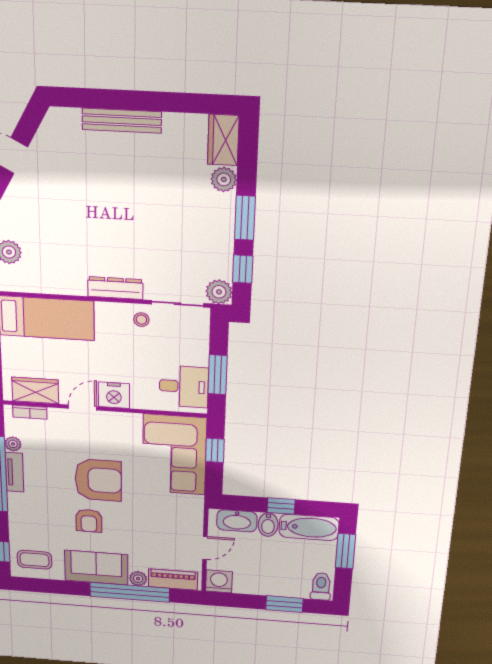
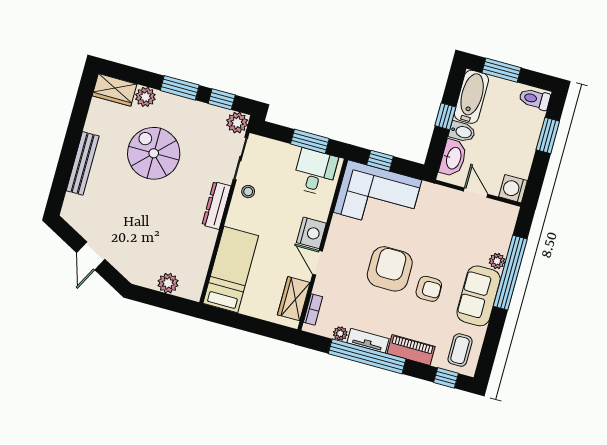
spiral stairs: (157, 204) -> (154, 153), added
piano: (173, 580) -> (411, 350), moved, turned 90

